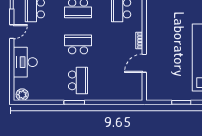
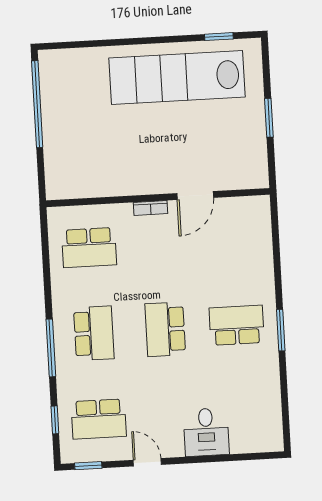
desk: (25, 62) -> (206, 432), width x0.73
door: (144, 63) -> (195, 195), hinge flipped
plant: (22, 95) -> (271, 434), removed

